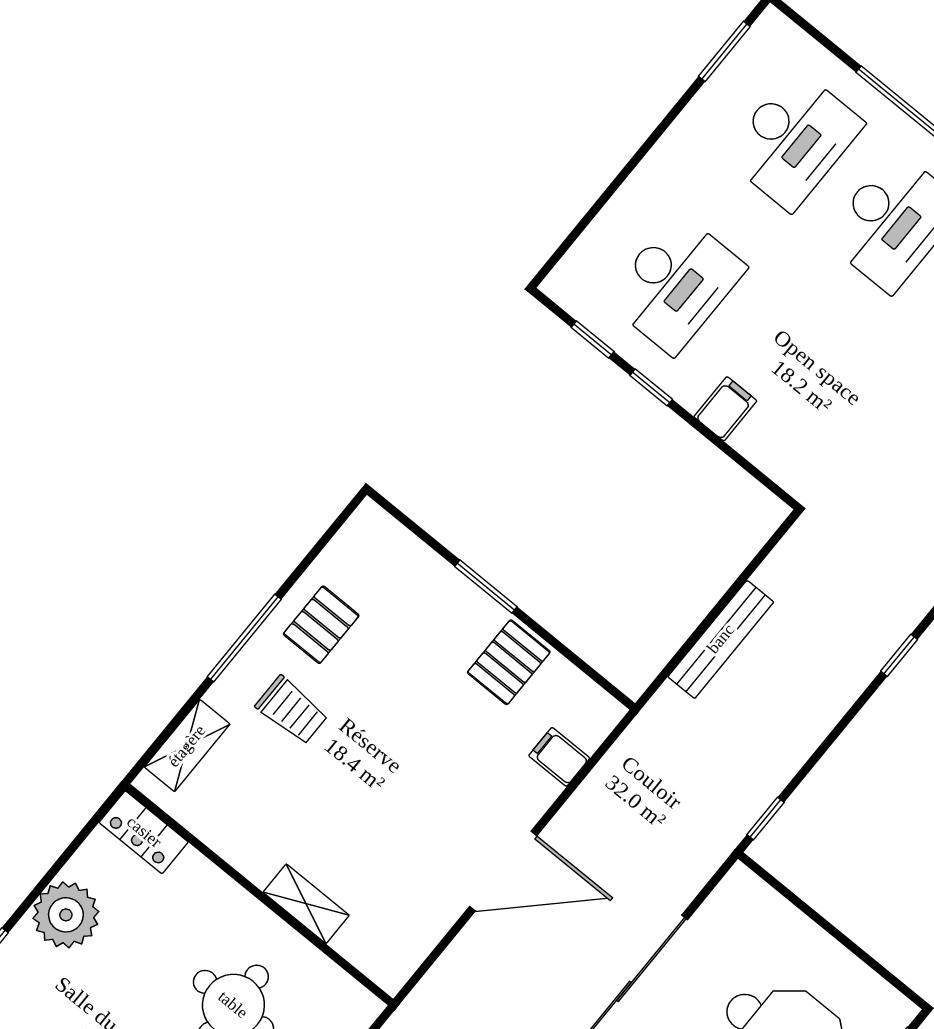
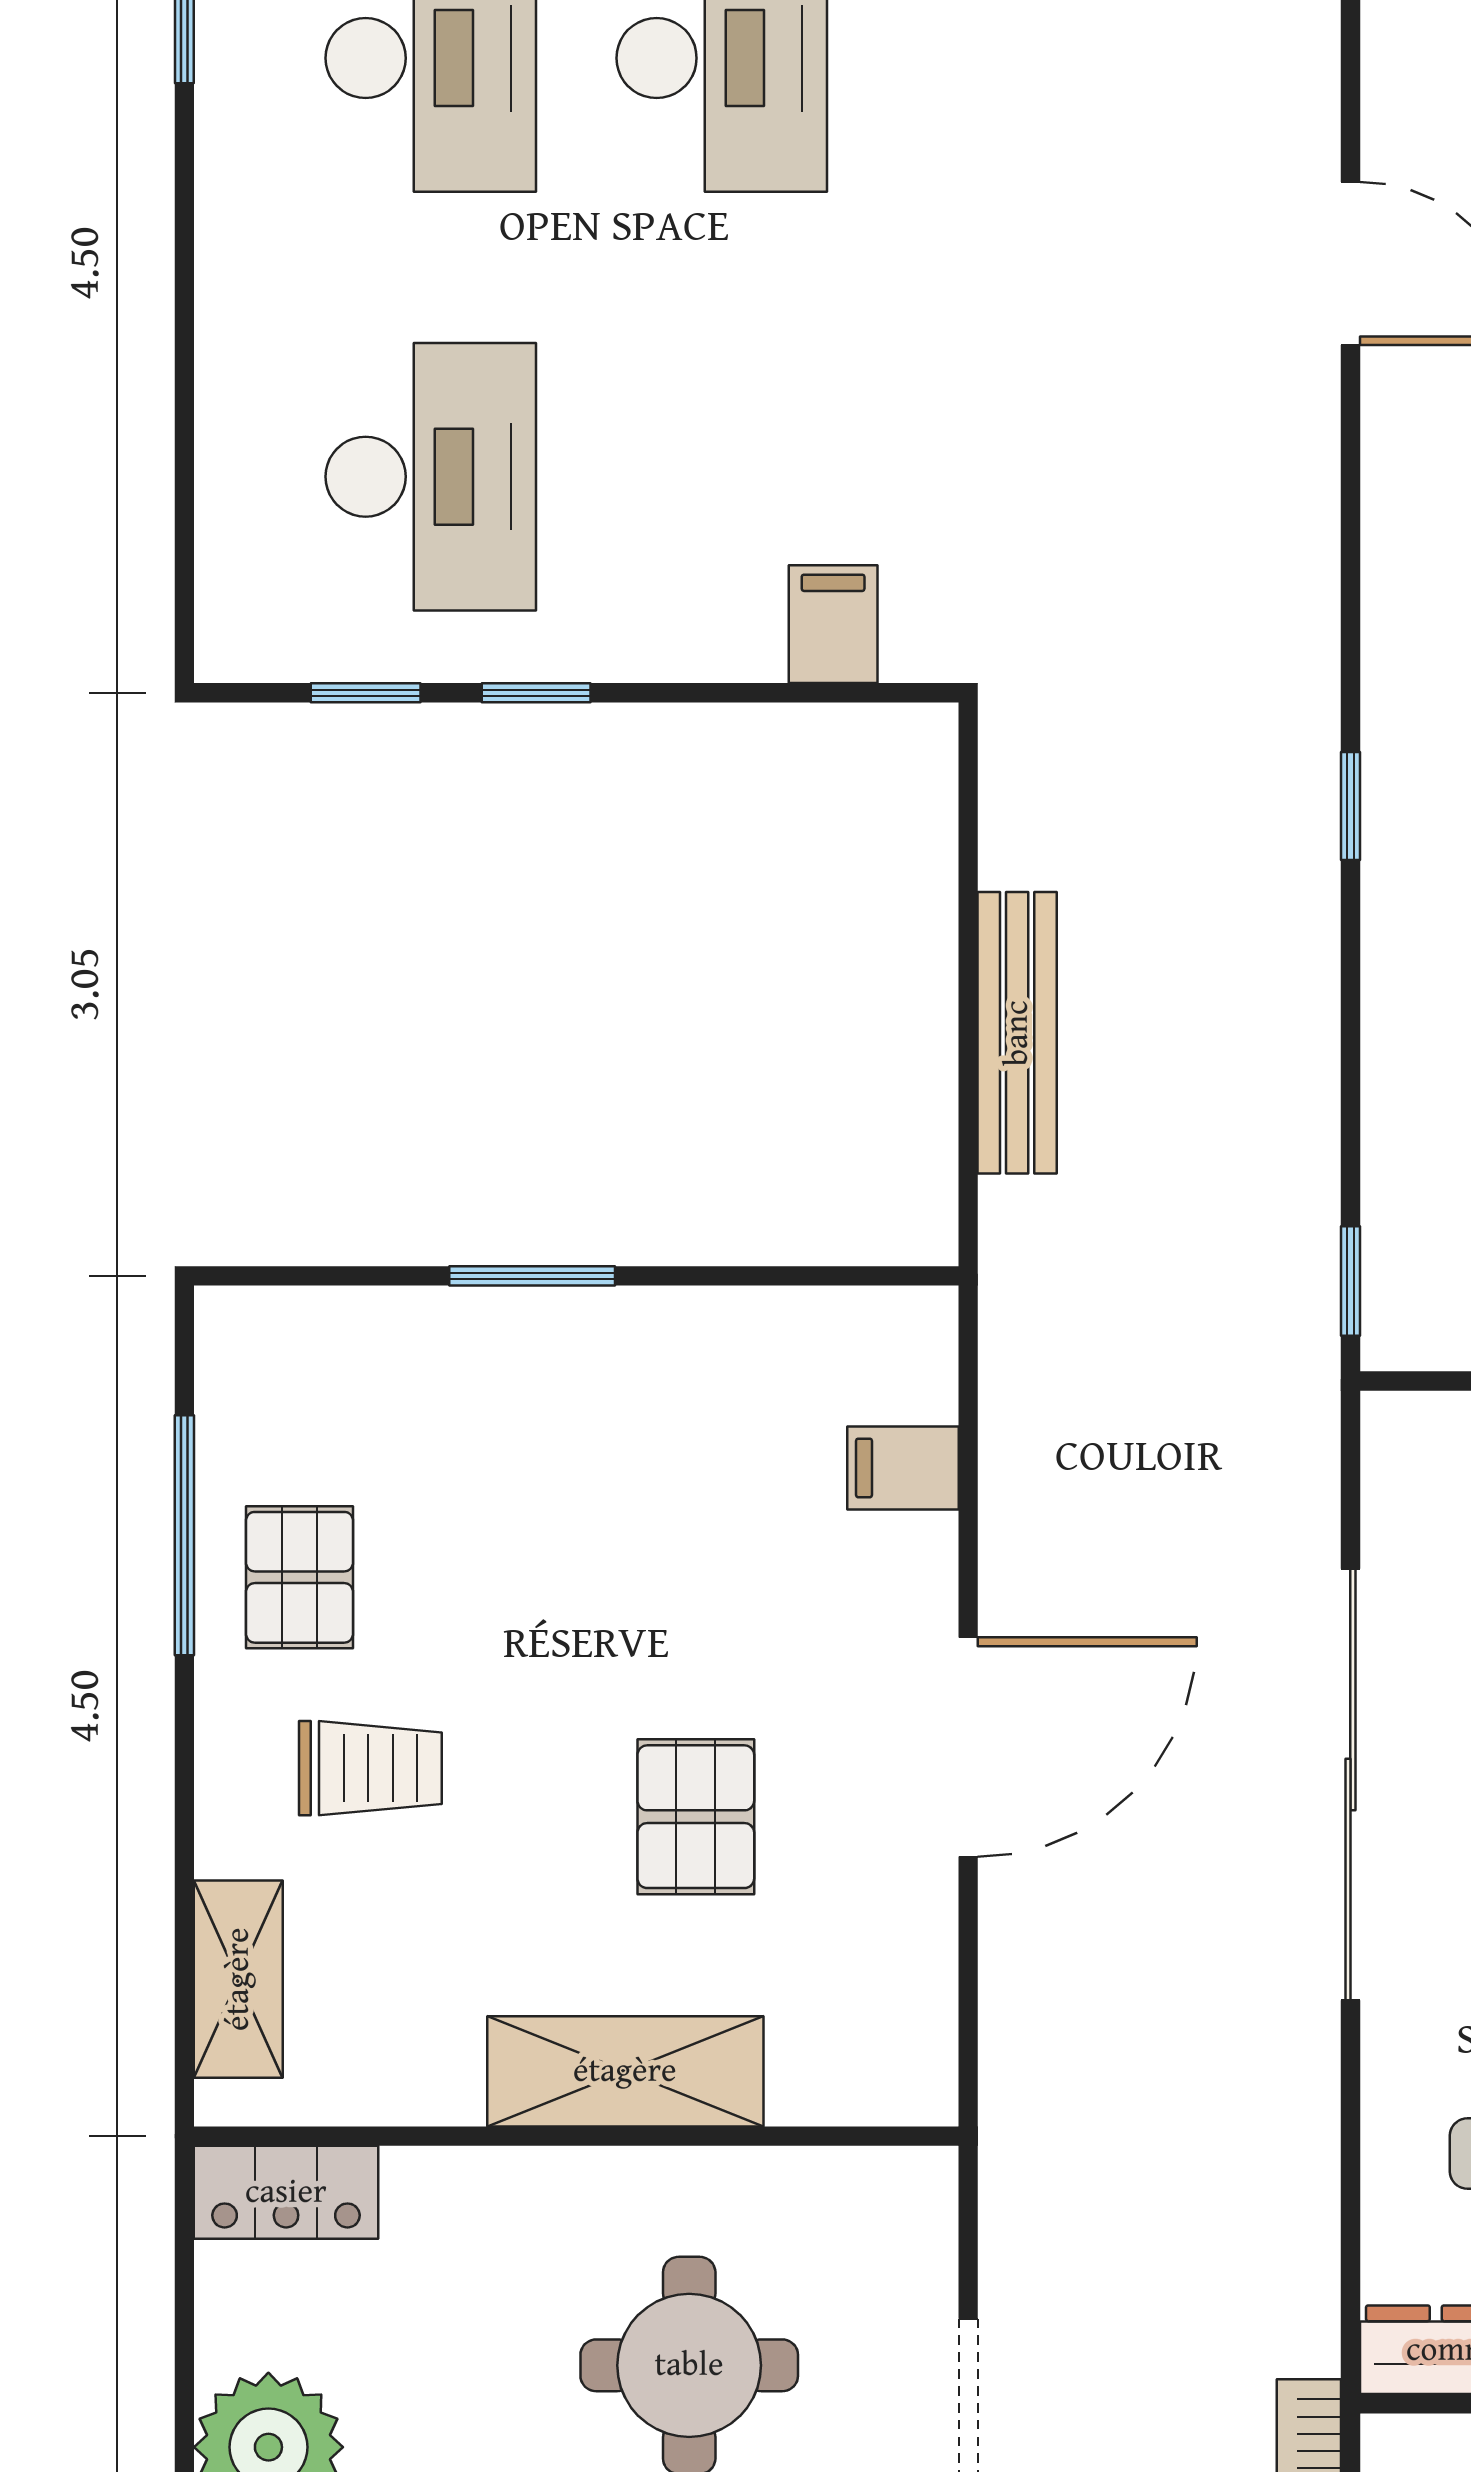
filing cabinet: (725, 409) -> (833, 624), moved
window: (244, 638) -> (184, 1535), moved
pallet: (509, 662) -> (696, 1817), moved
shelving: (306, 904) -> (625, 2071), width x1.50, depth x1.33

